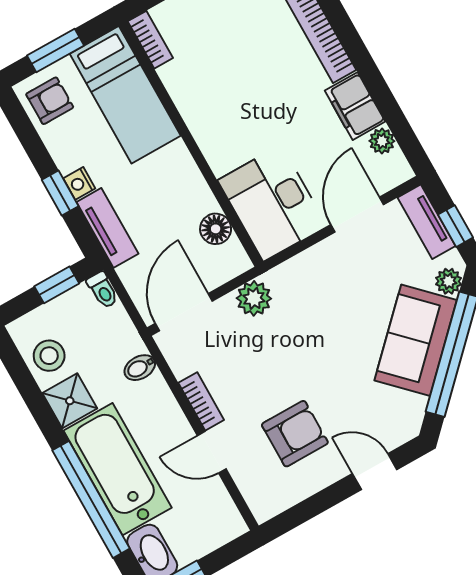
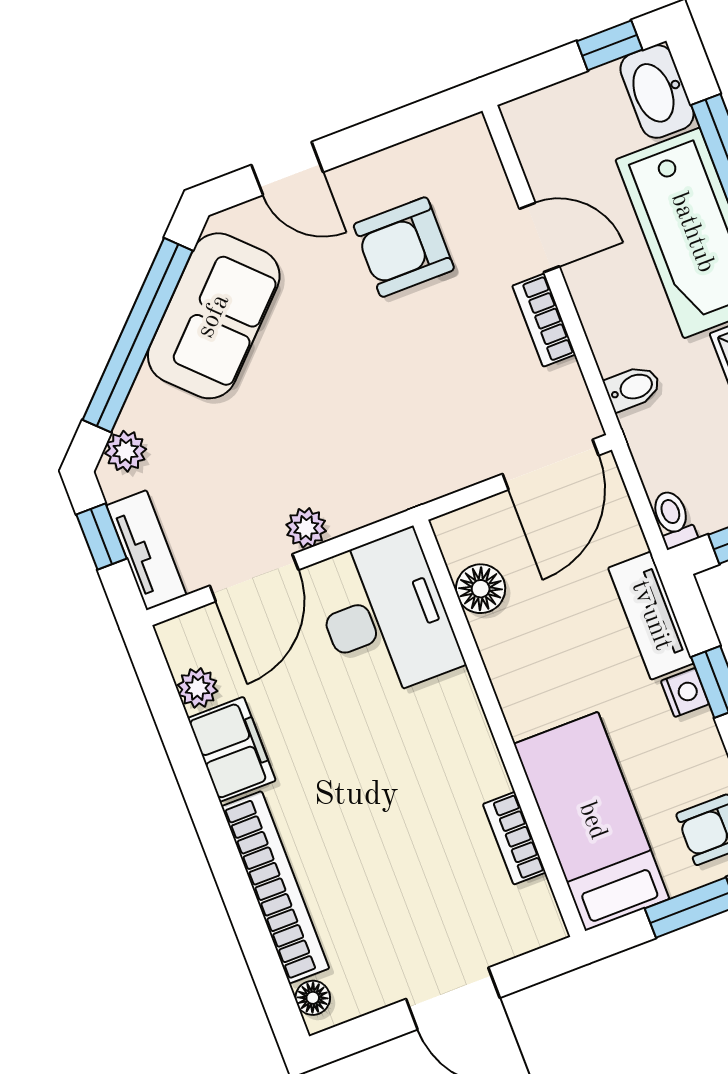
bookcase: (150, 40) -> (514, 838), moved
plant: (254, 298) -> (306, 528), moved, width x0.73, depth x0.73
sofa: (416, 340) -> (214, 316), moved

